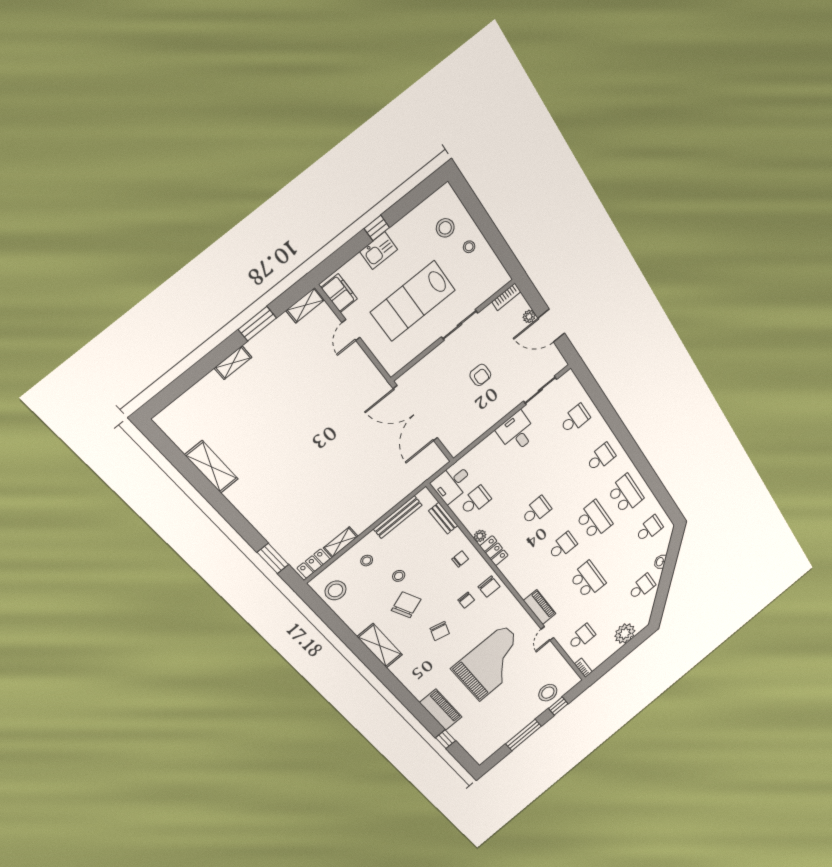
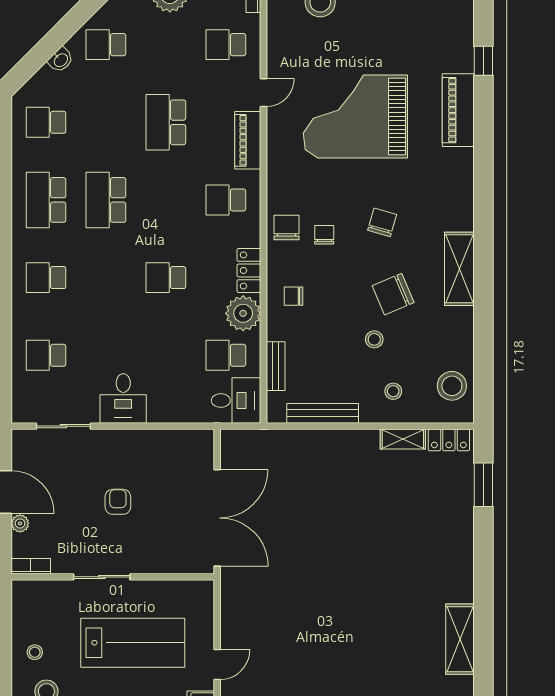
plant: (480, 536) -> (243, 313), width x1.88, depth x1.88
school desk: (563, 546) -> (226, 200), moved

